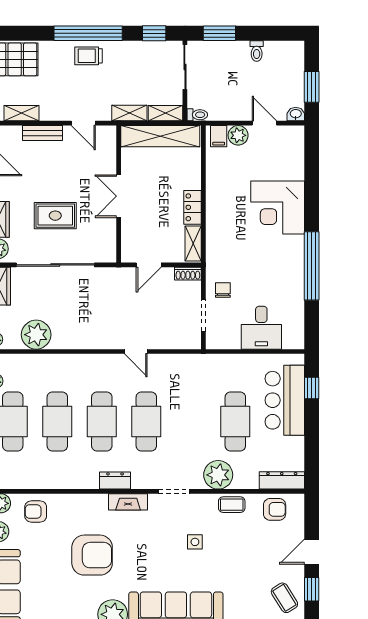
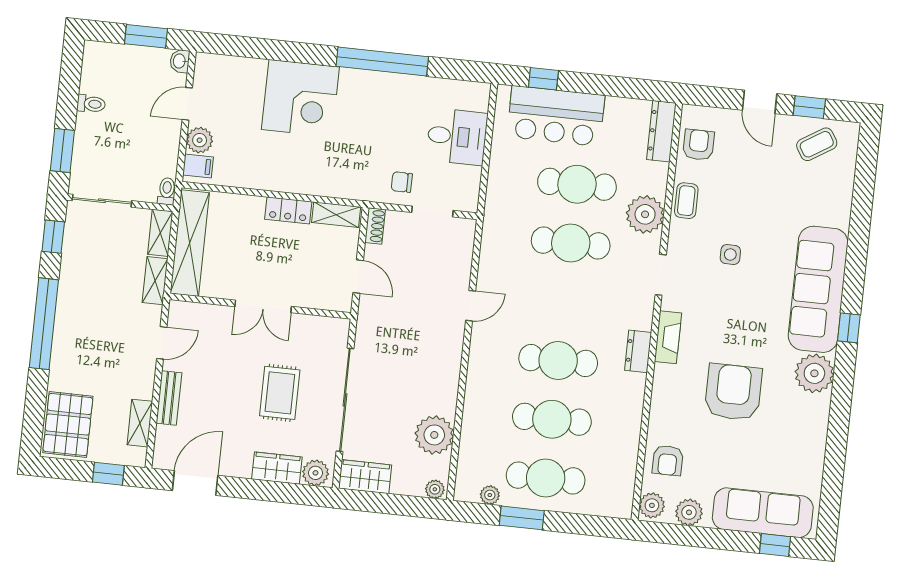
trolley: (89, 56) -> (74, 326), removed
cafe table: (146, 421) -> (571, 243), moved

